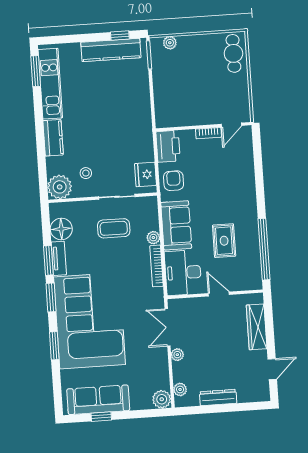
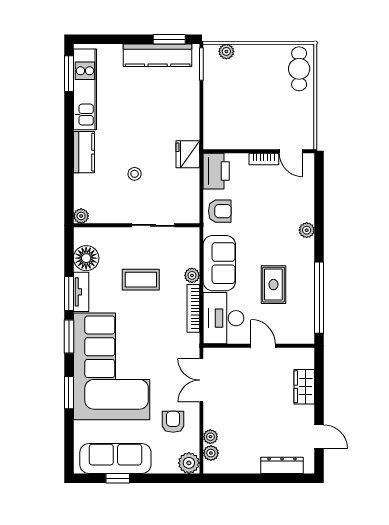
window: (120, 36) -> (169, 39), width x1.50
door: (231, 125) -> (291, 151), hinge flipped
stool: (86, 173) -> (135, 174), moved
fridge: (145, 174) -> (188, 154), moved
armchair: (174, 181) -> (220, 211), turned 90
plant: (60, 187) -> (81, 216), width x0.53, depth x0.53
plant: (249, 192) -> (307, 230), added
coffee table: (114, 228) -> (141, 280), moved
wardrobe: (257, 327) -> (304, 387), width x0.67
plant: (177, 355) -> (210, 437), moved
armchair: (146, 365) -> (173, 422), added
door: (272, 369) -> (319, 437), hinge flipped
dresser: (218, 397) -> (282, 465), moved

